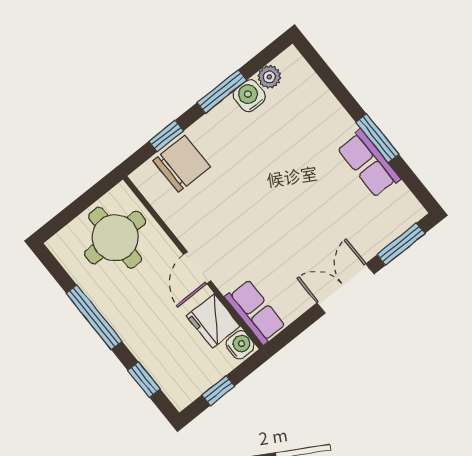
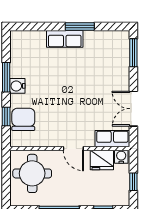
plant: (269, 77) -> (16, 52), removed
water cooler: (249, 96) -> (17, 86), moved
row of seats: (369, 163) -> (65, 39), moved
double door: (345, 289) -> (133, 109), moved

